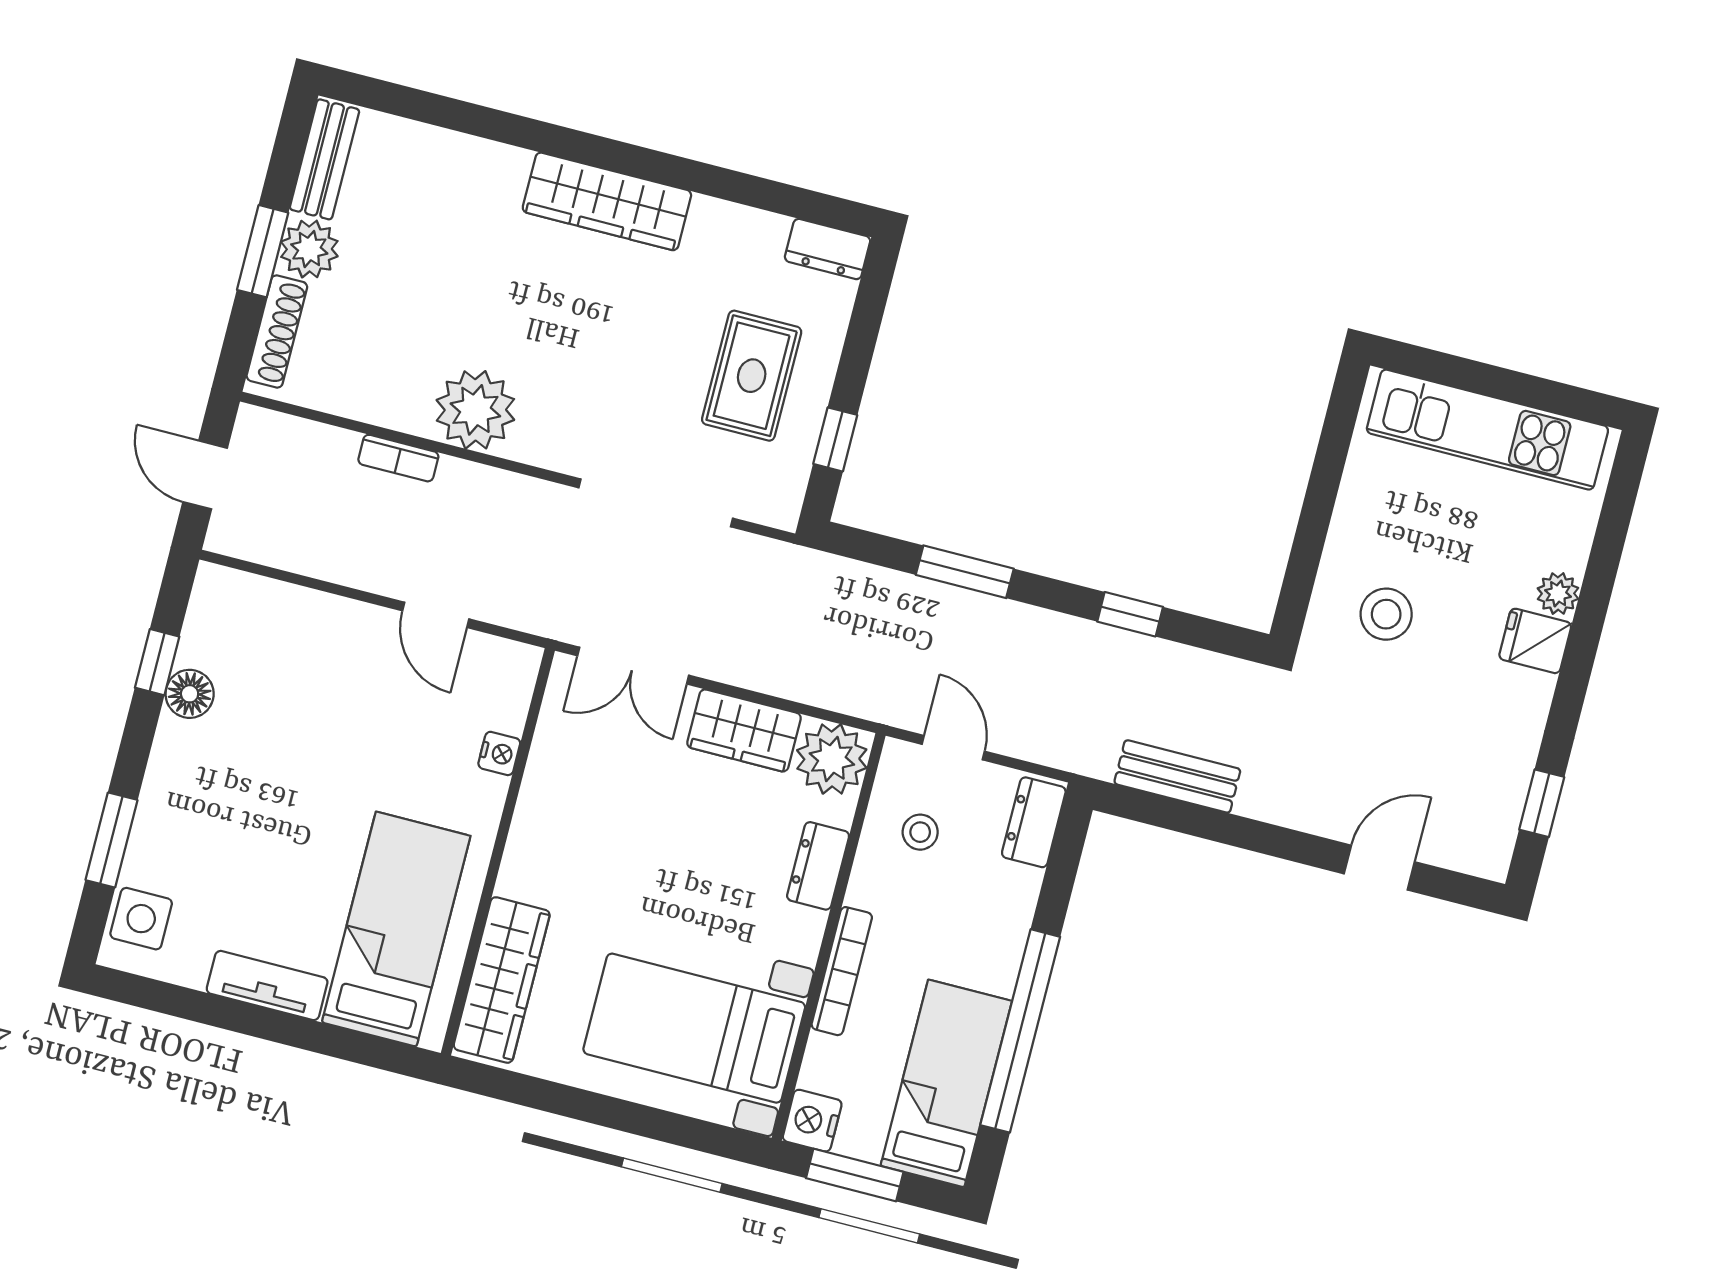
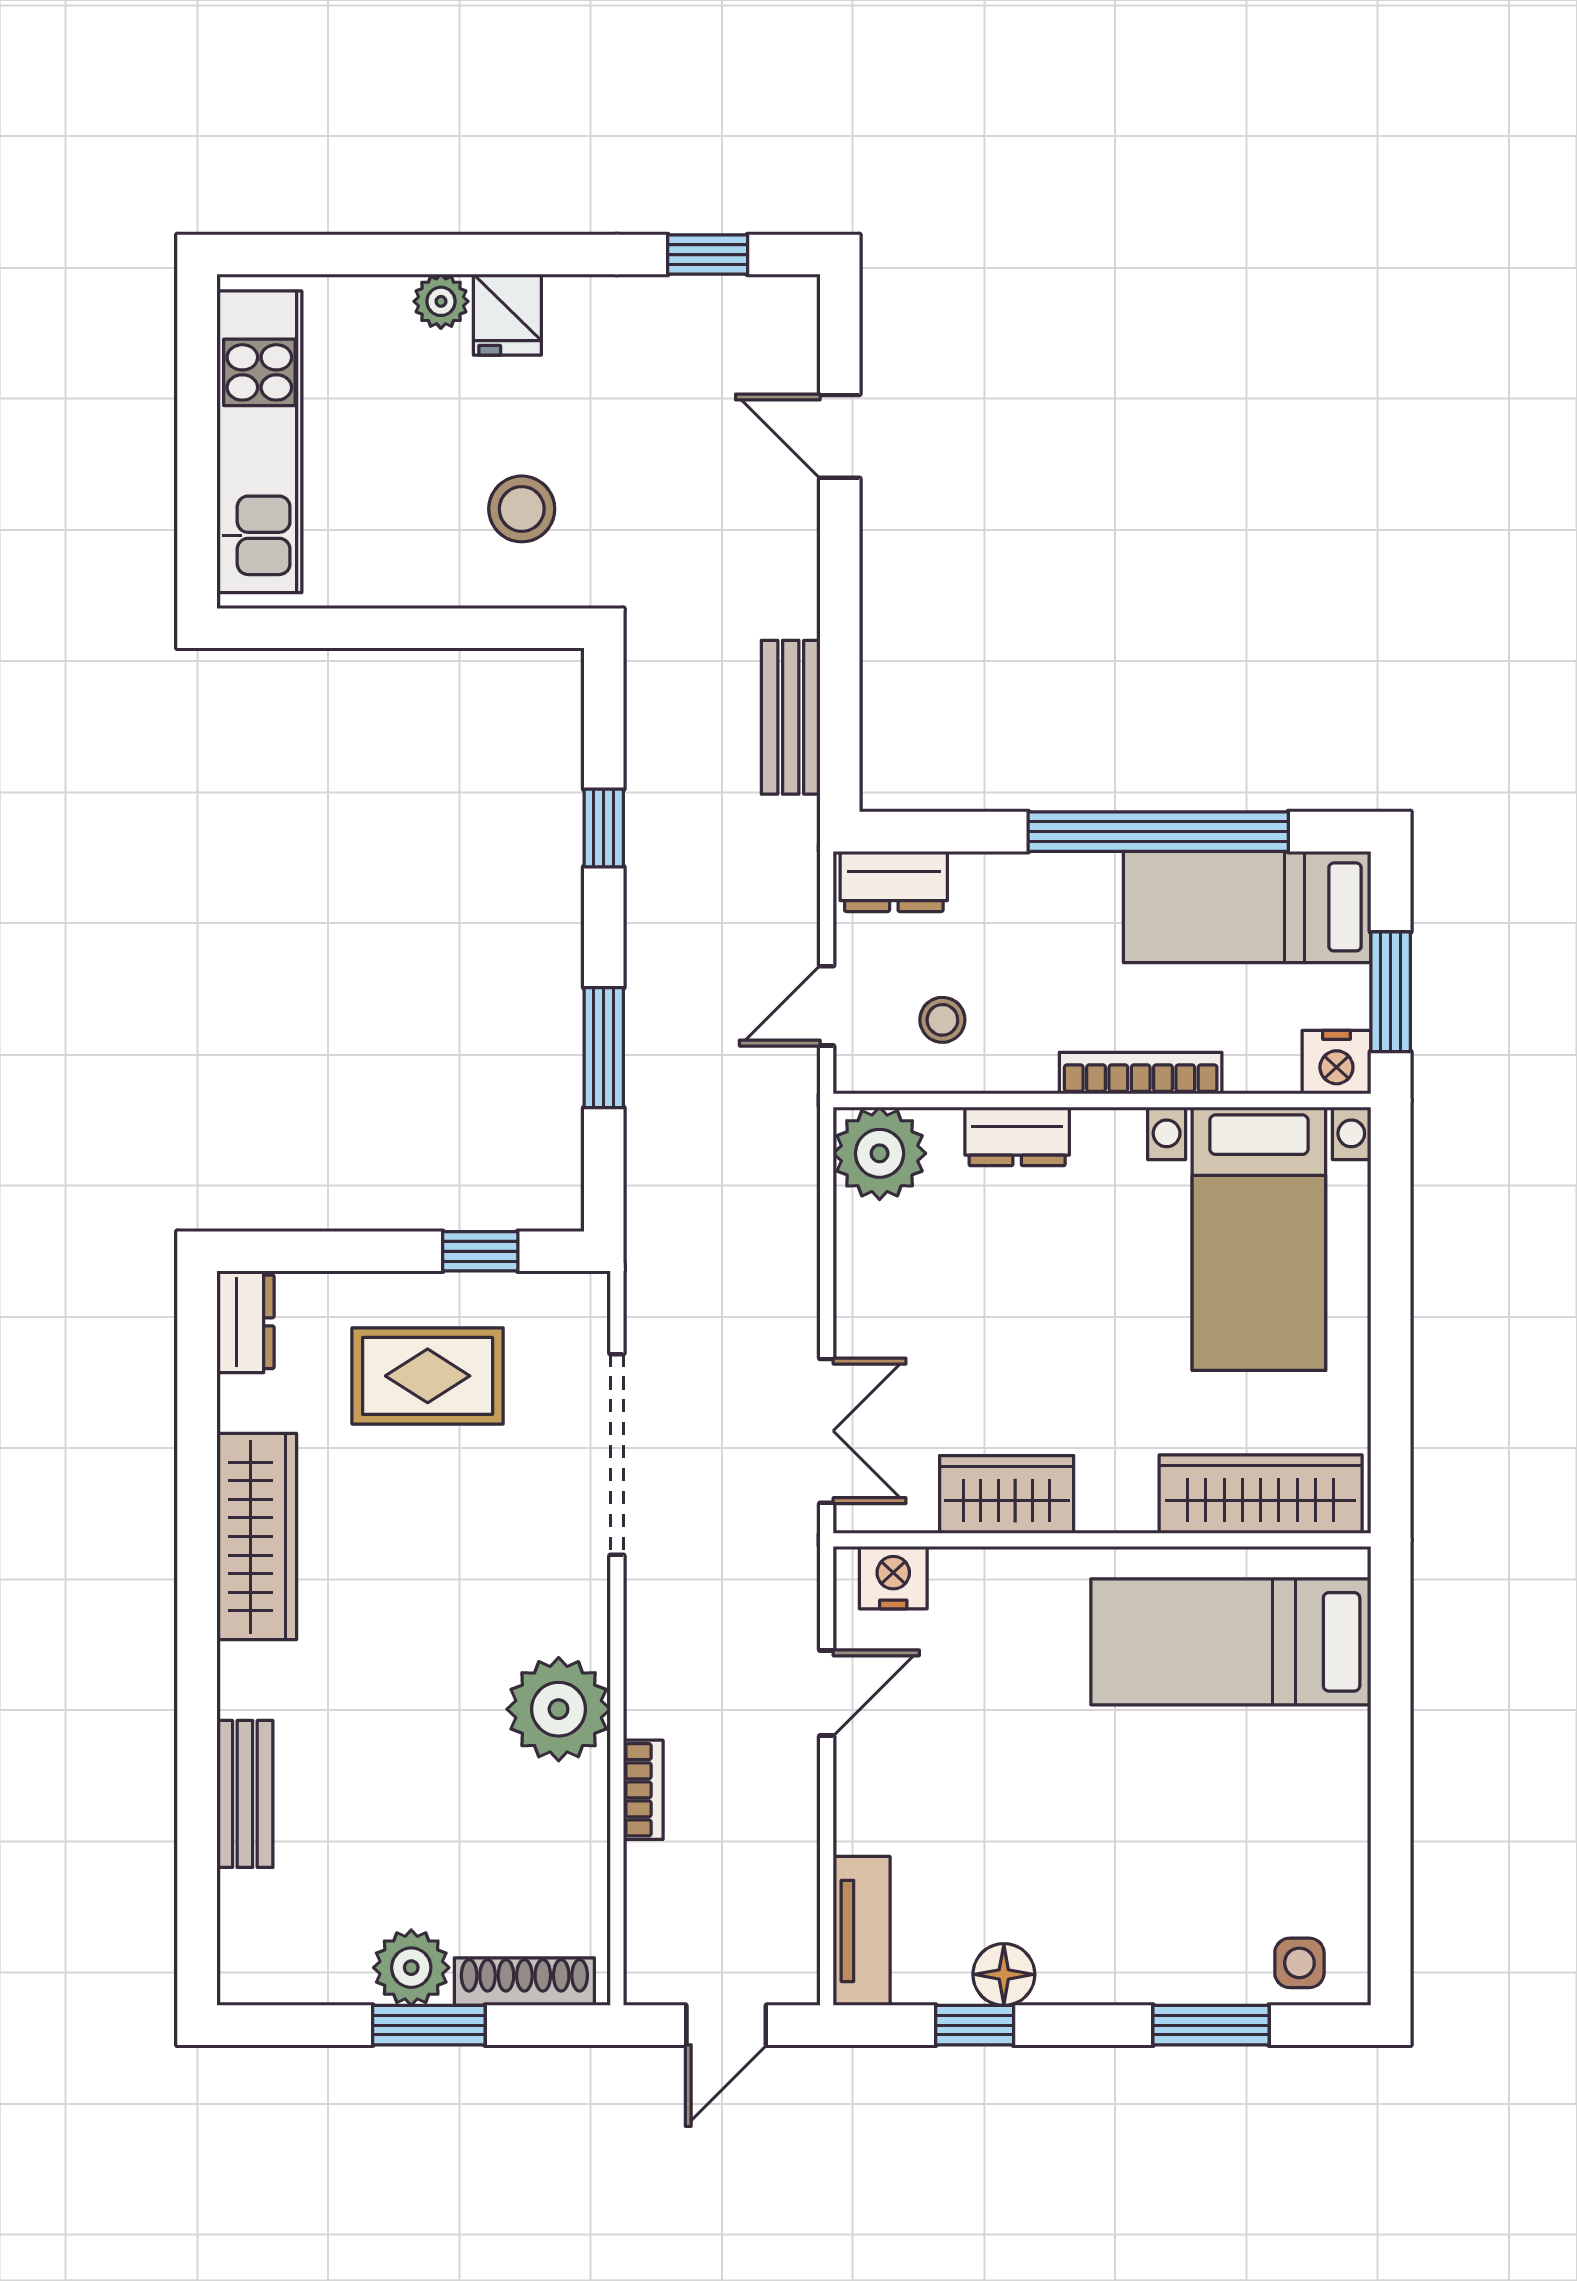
bench: (324, 159) -> (245, 1794), moved, turned 90
wardrobe: (607, 201) -> (257, 1537), moved
wardrobe: (744, 730) -> (1007, 1494), moved, turned -90
nightstand: (499, 753) -> (893, 1578), moved, width x1.39, depth x1.35
side table: (141, 919) -> (1299, 1963), width x0.73, depth x0.73
tv unit: (267, 986) -> (862, 1931), moved, turned 180

